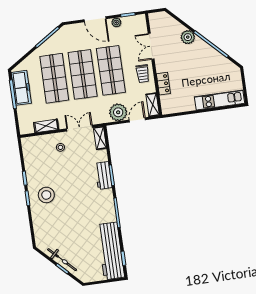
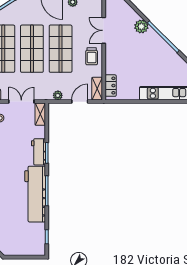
locker: (163, 84) -> (111, 86), moved
plant: (118, 112) -> (58, 95), width x0.53, depth x0.53
workbench: (111, 251) -> (35, 194), moved

